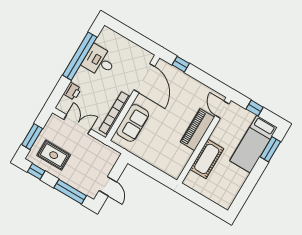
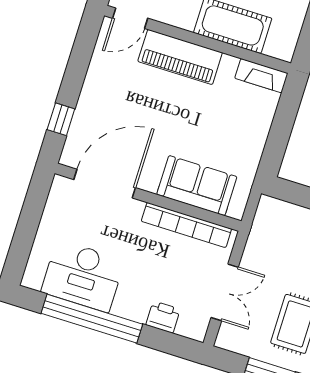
desk: (99, 61) -> (83, 276), width x1.37
double door: (77, 124) -> (225, 292), swing flipped
fireplace: (179, 167) -> (261, 76), added

